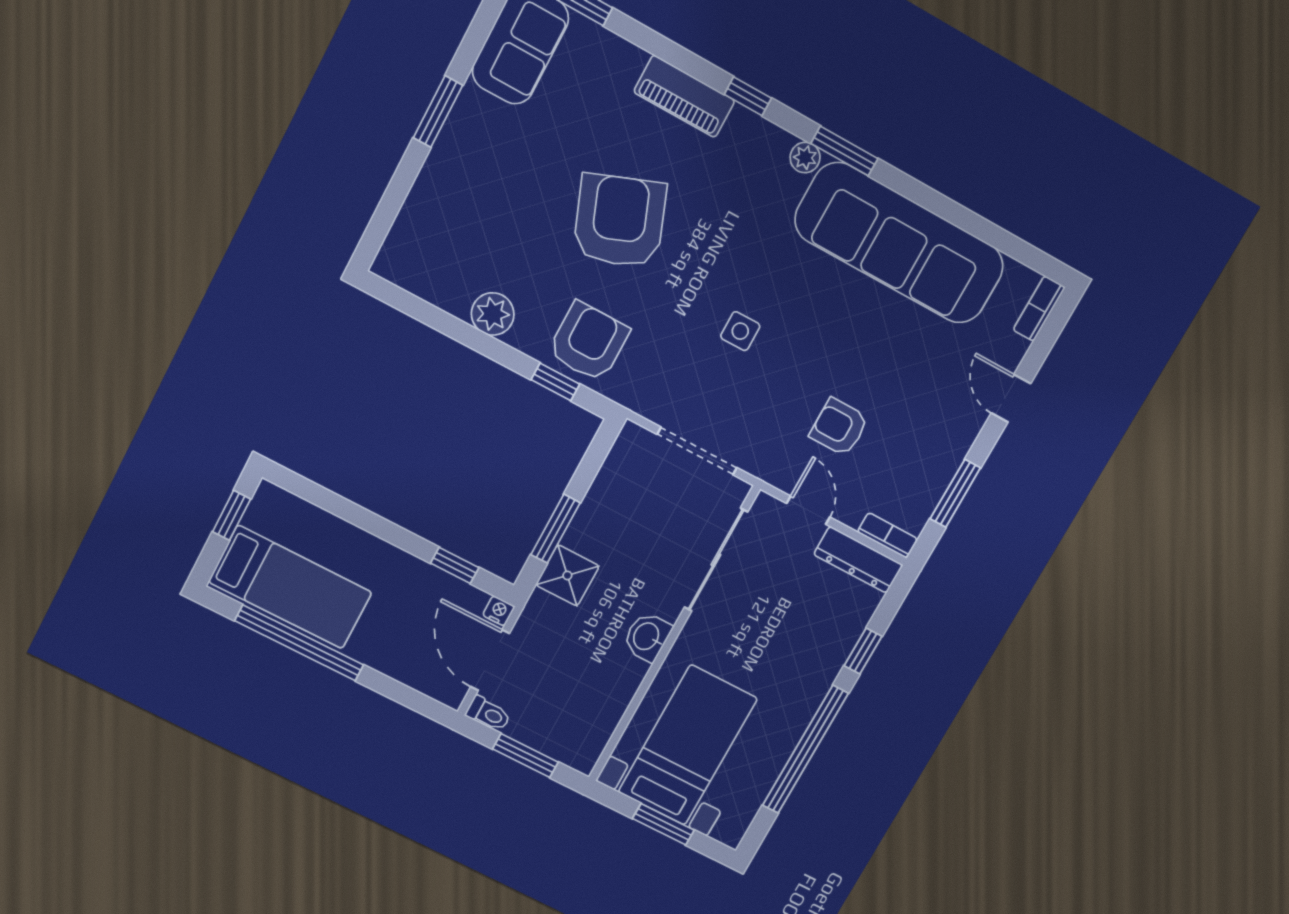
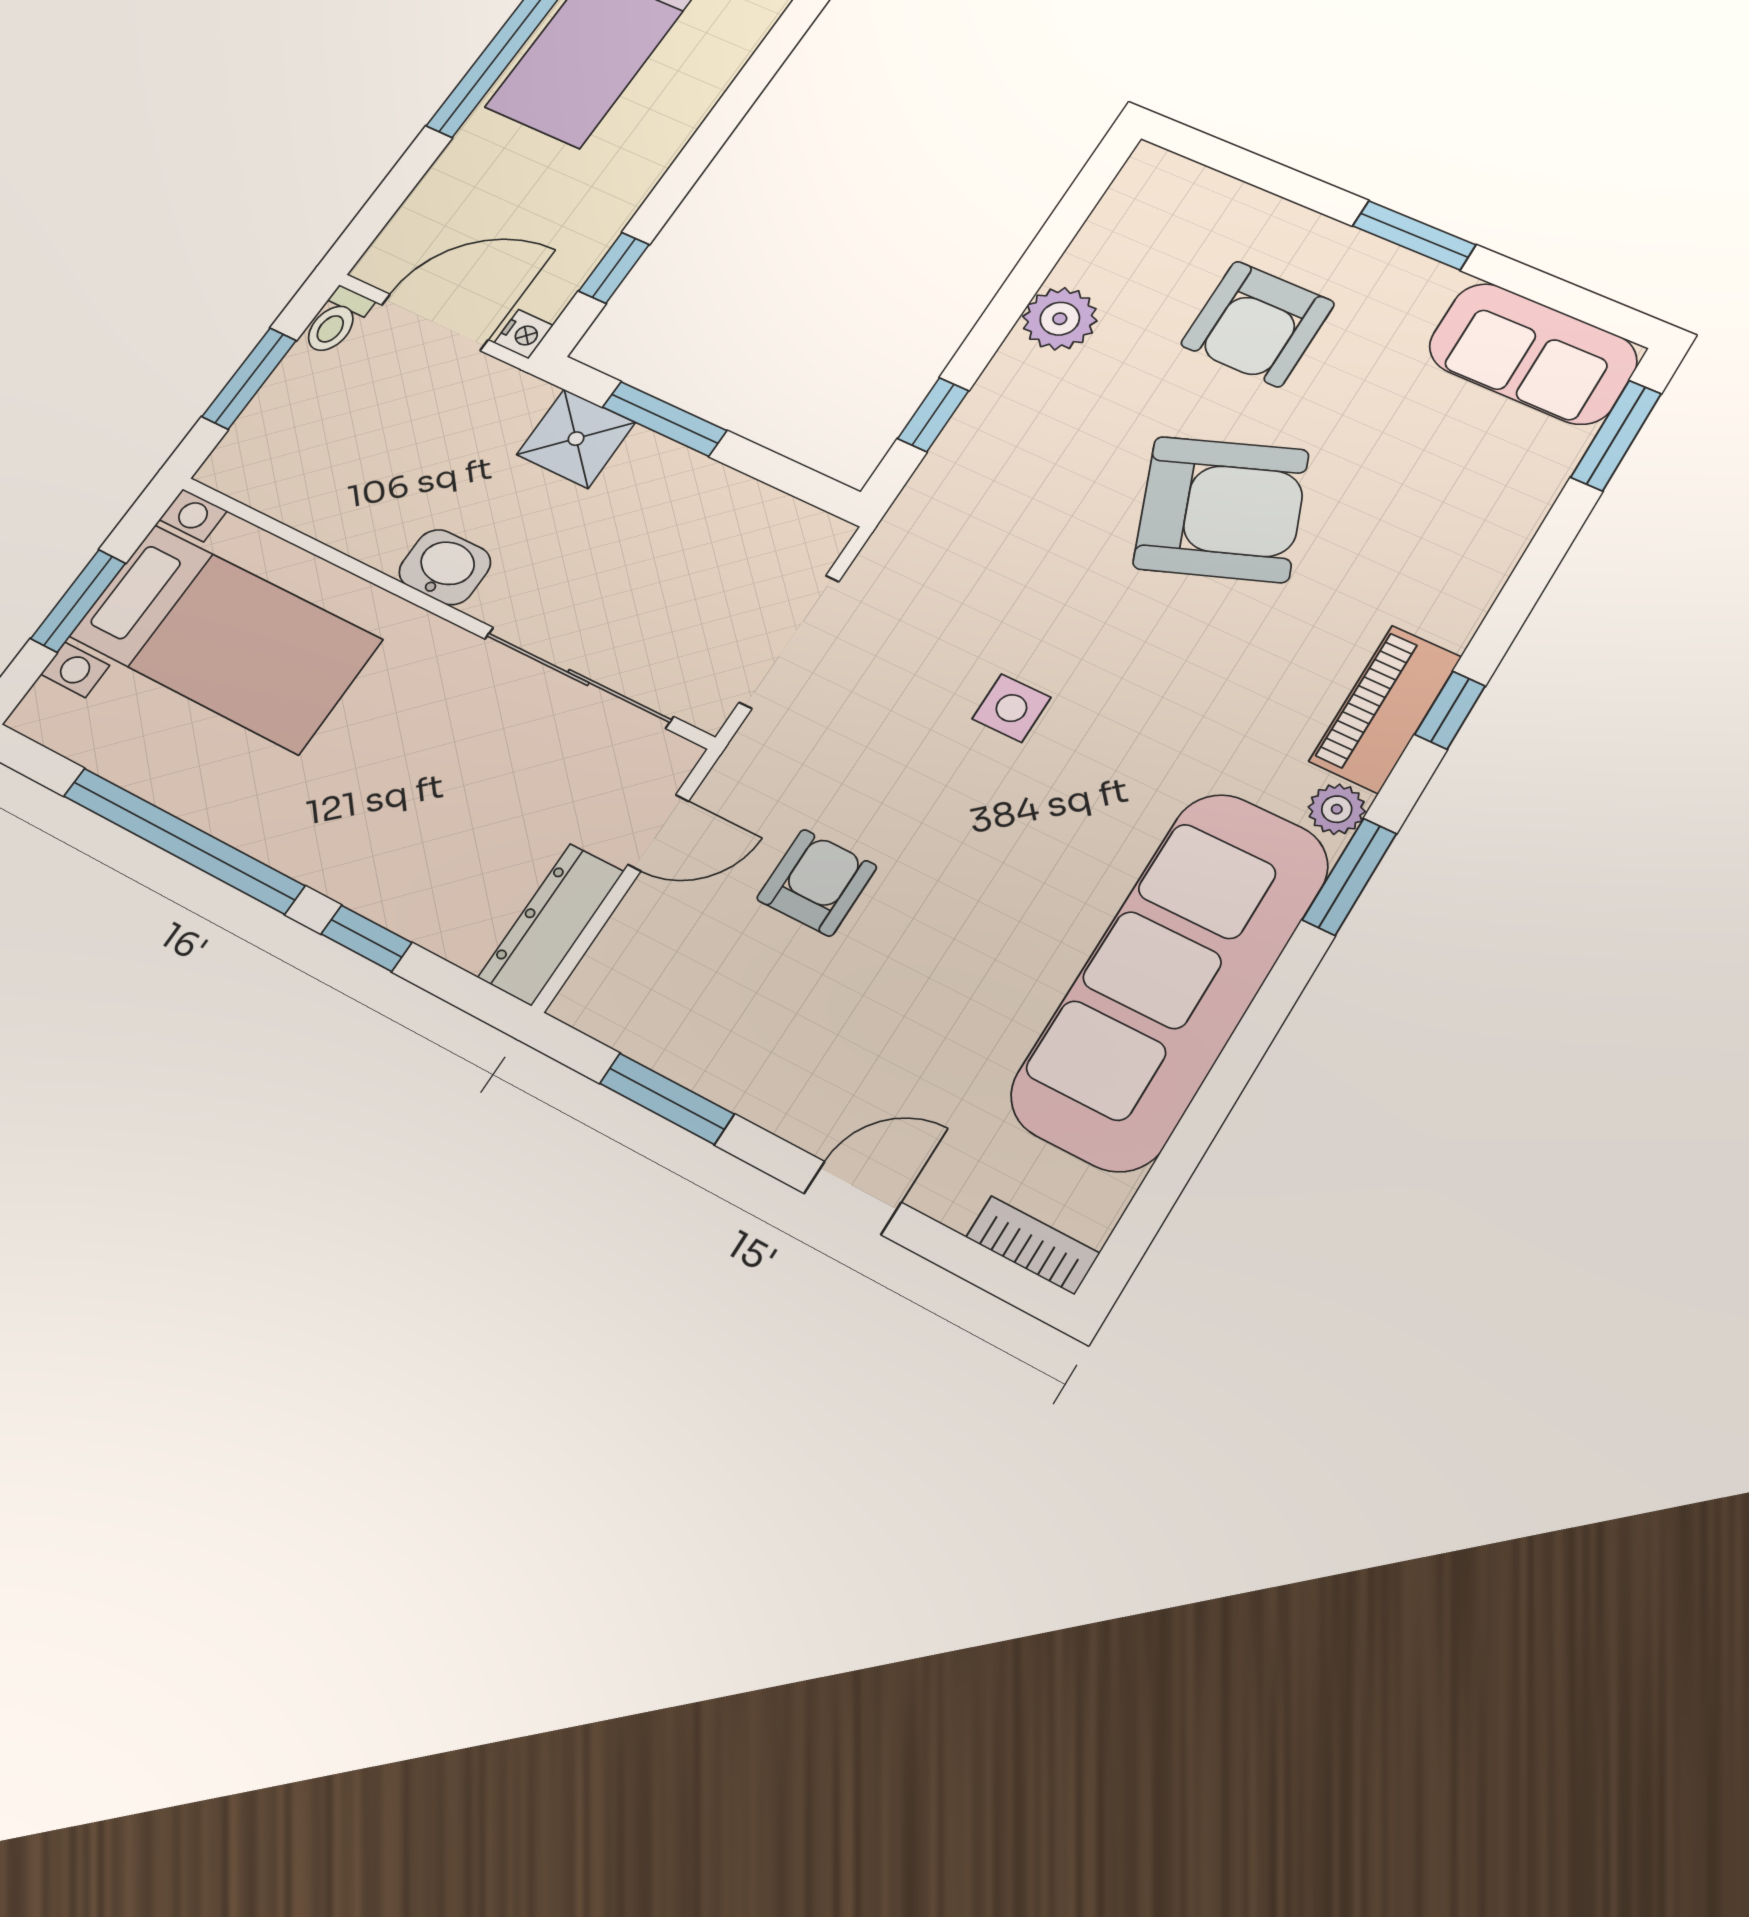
piano: (684, 96) -> (1385, 709), moved
armchair: (589, 342) -> (1258, 324), moved, turned 90
bookcase: (887, 535) -> (594, 976), removed

